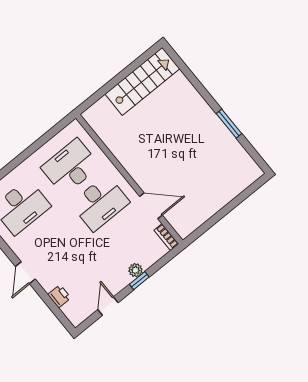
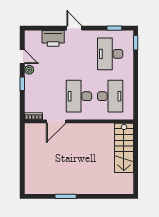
stairs: (142, 81) -> (124, 148), moved
plant: (135, 270) -> (29, 70), moved
printer: (59, 296) -> (53, 38), width x1.87, depth x1.48

